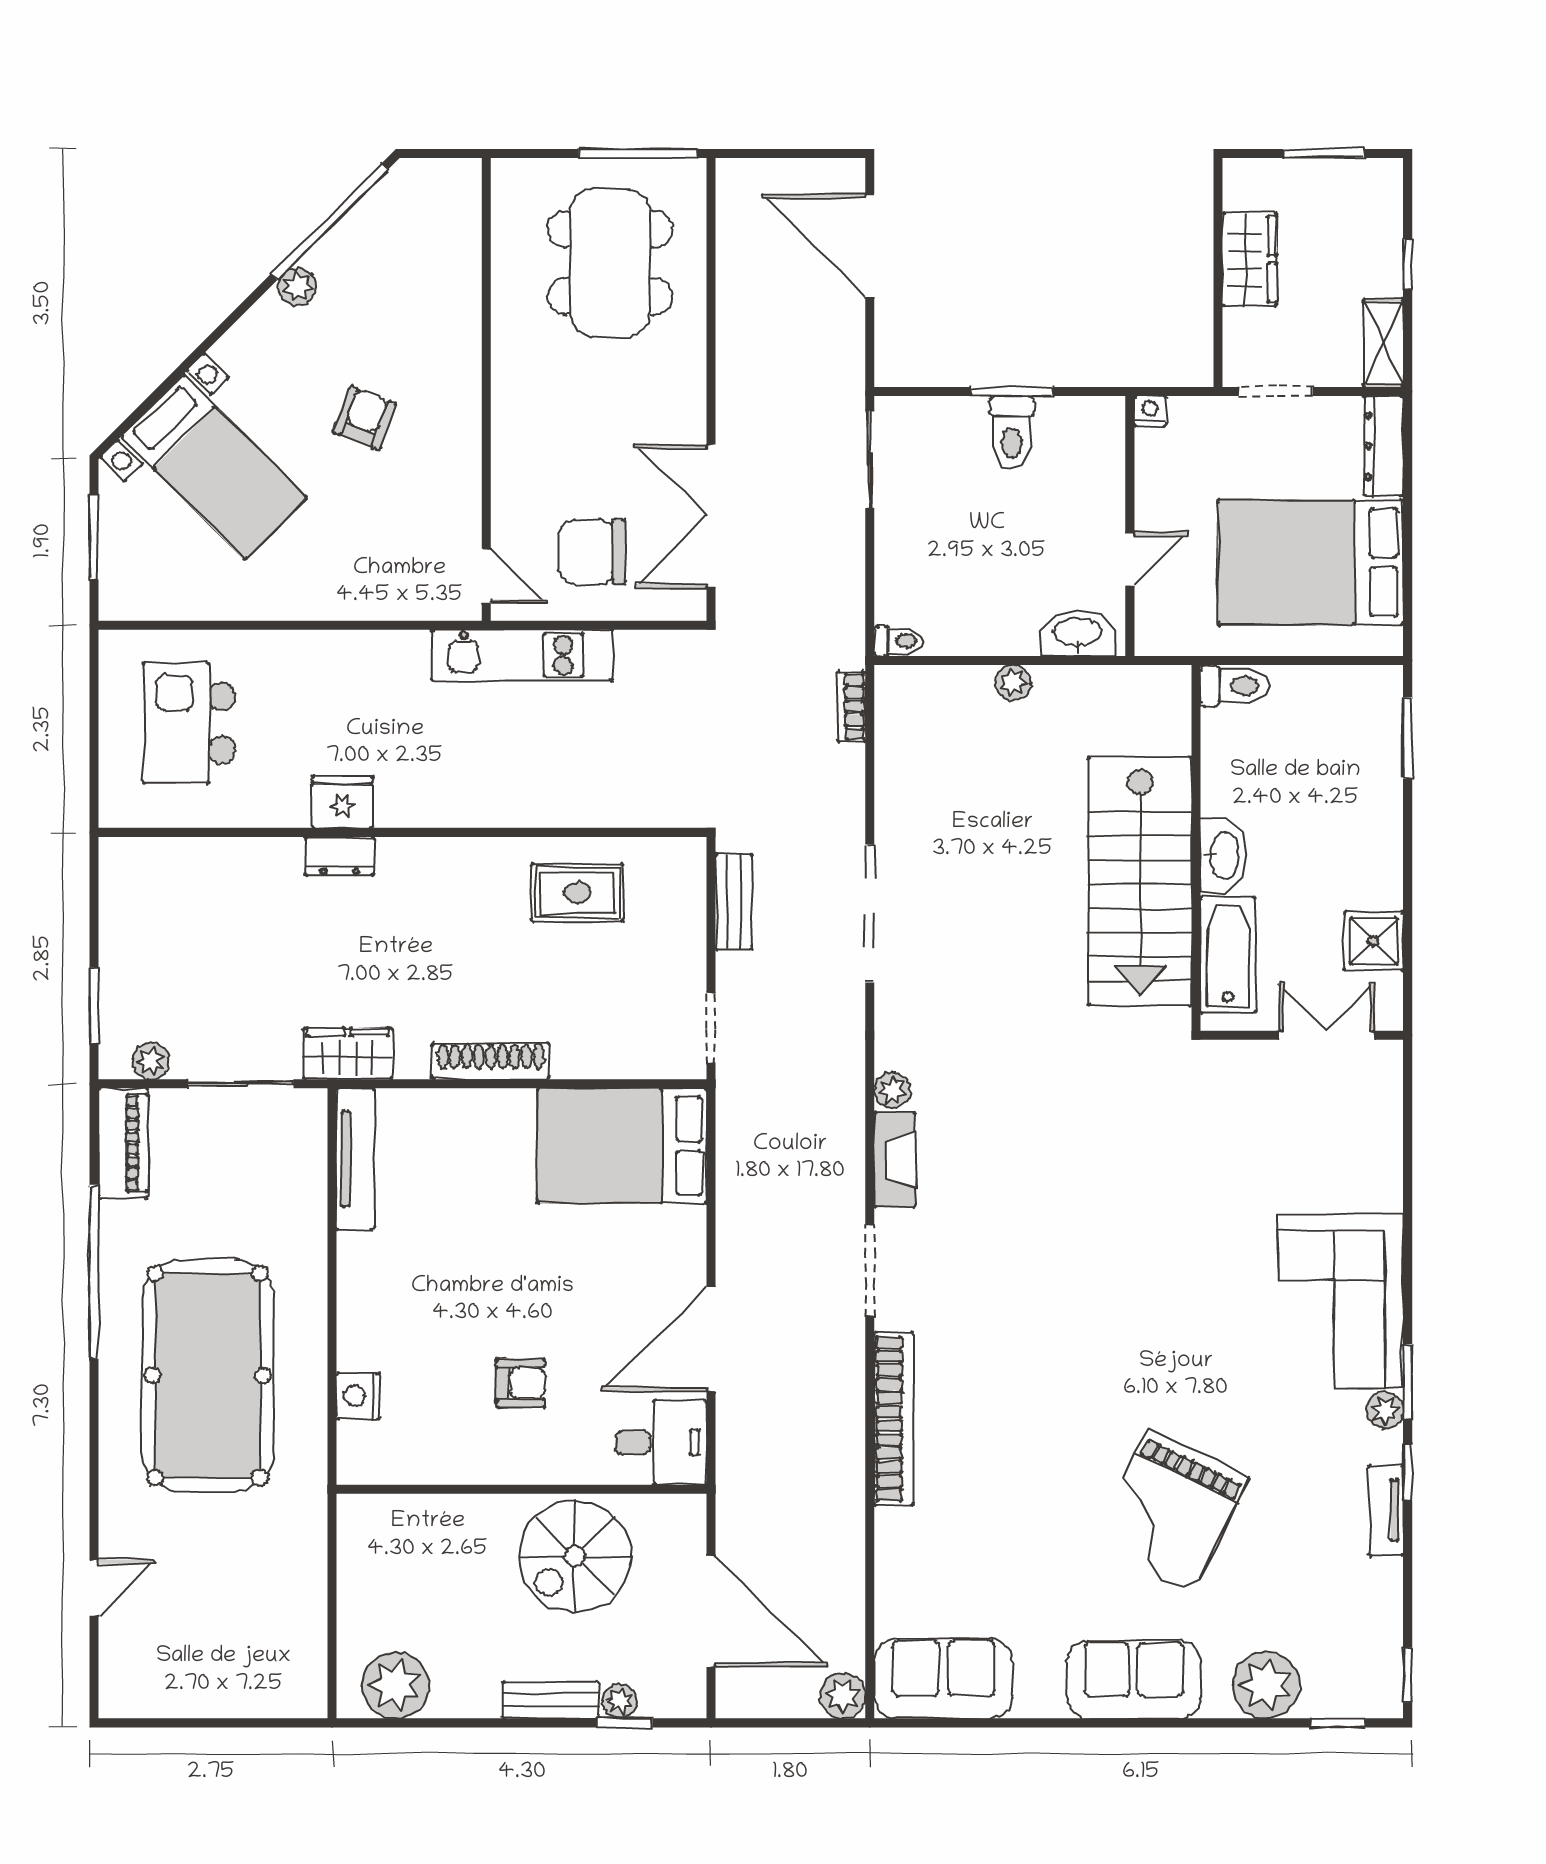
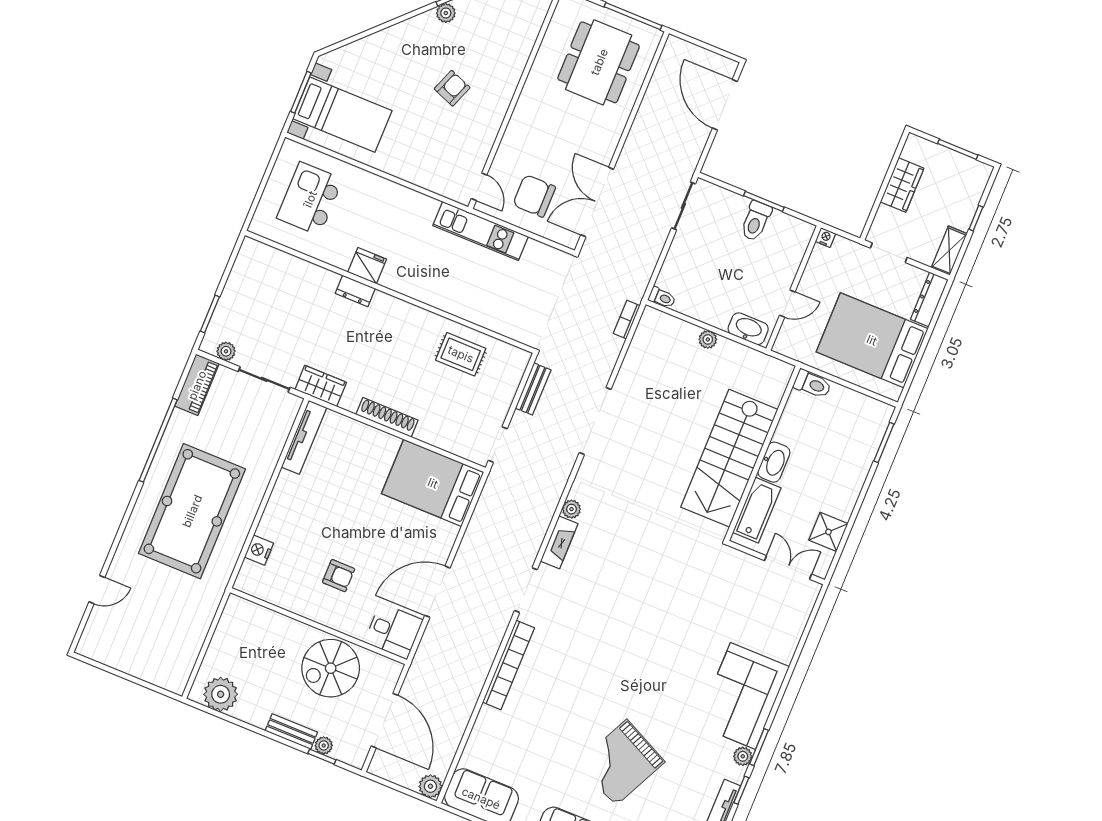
bed with nightstands: (214, 467) -> (342, 115), moved, turned -45

